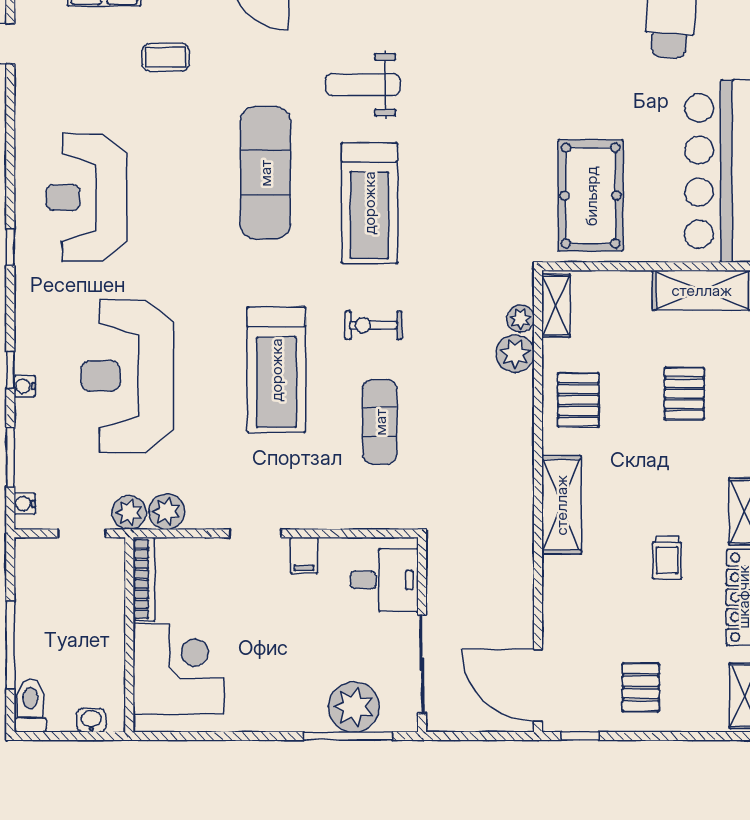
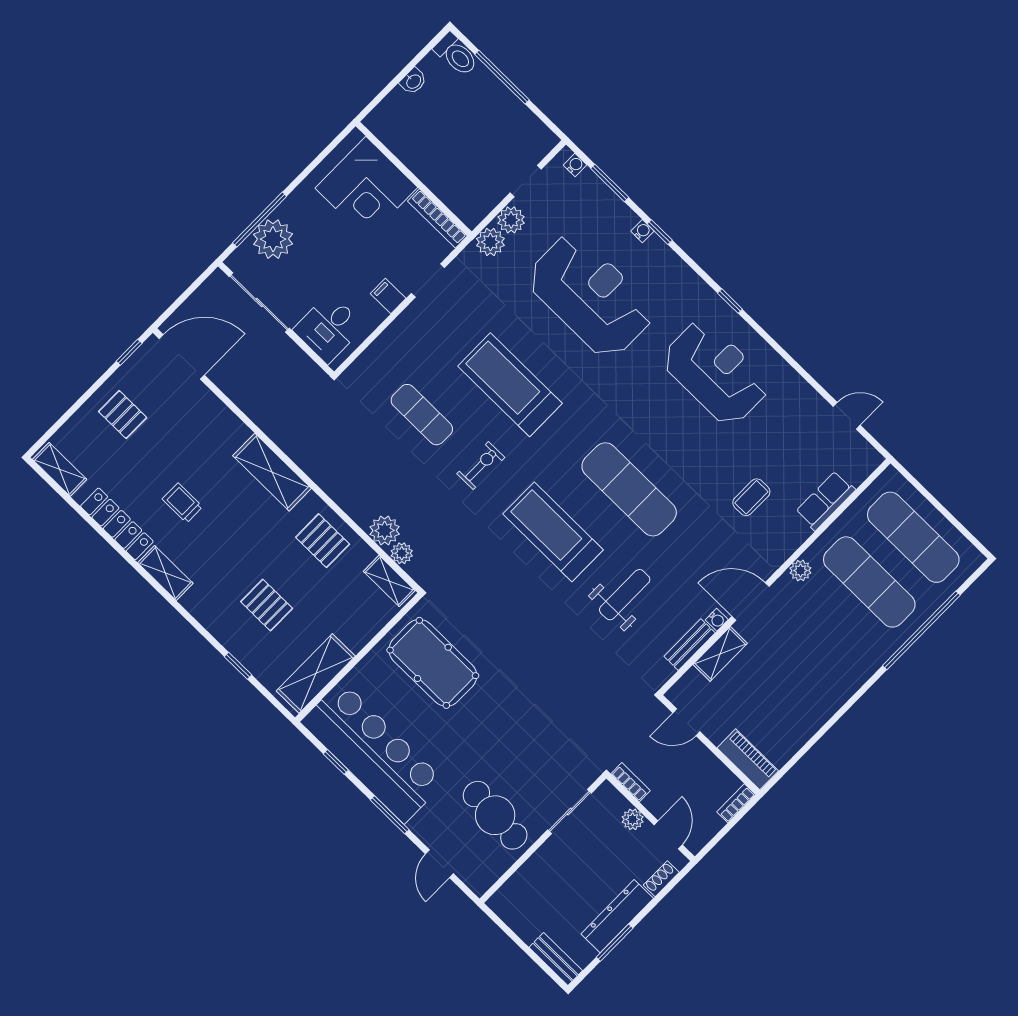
bookcase: (144, 579) -> (437, 218), moved
wall: (129, 635) -> (414, 179), moved
corner desk: (178, 669) -> (366, 188), moved

